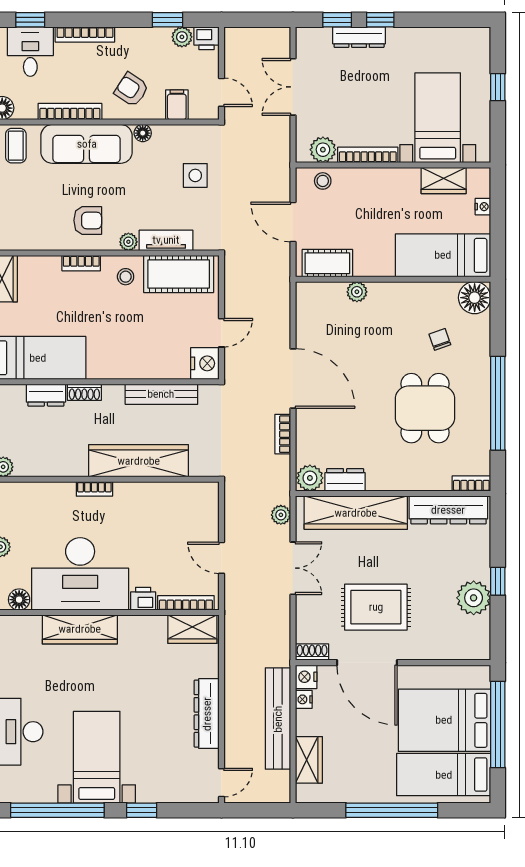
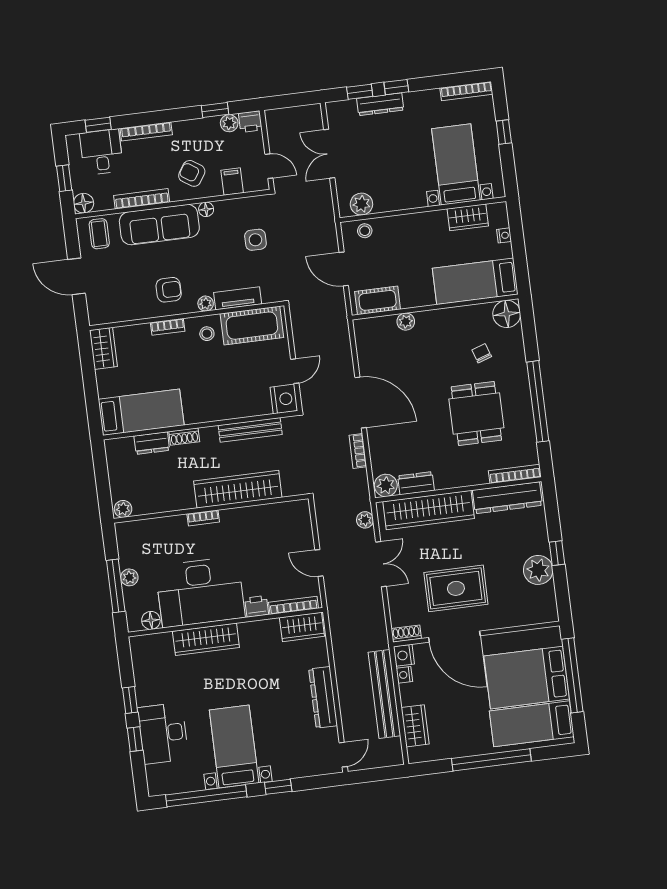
bookcase: (368, 155) -> (466, 91), moved, turned 180
bookcase: (471, 483) -> (515, 474), width x1.56

